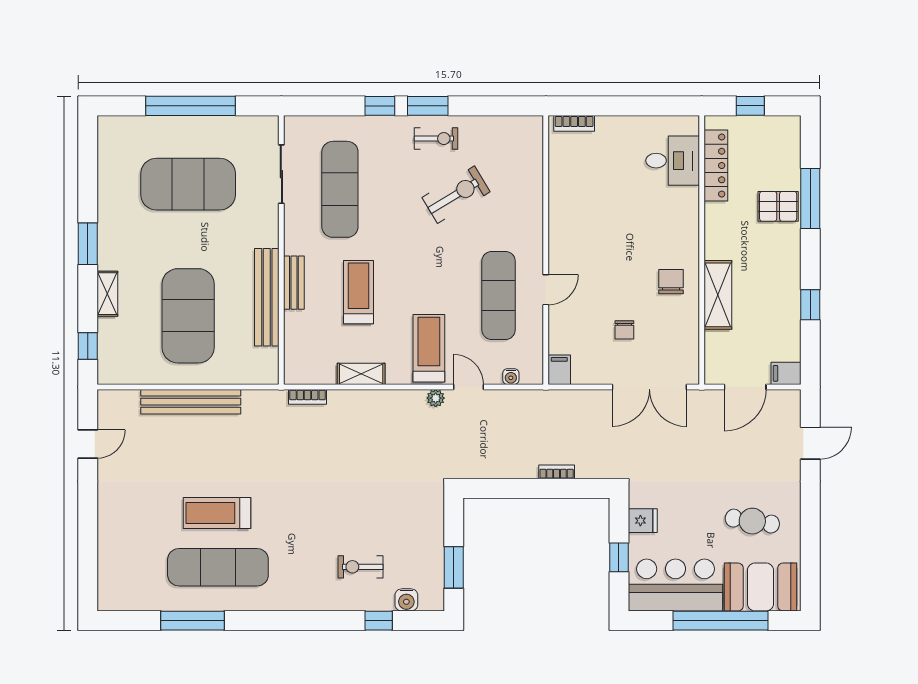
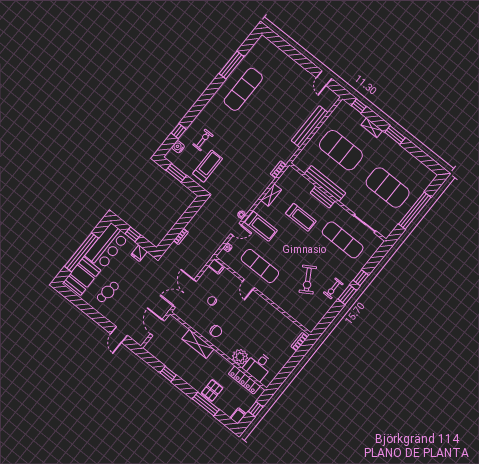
exercise mat: (188, 184) -> (388, 188), turned 90
plant: (682, 205) -> (240, 357), added
filing cabinet: (786, 373) -> (238, 416), moved
treadmill: (217, 513) -> (208, 166), moved

